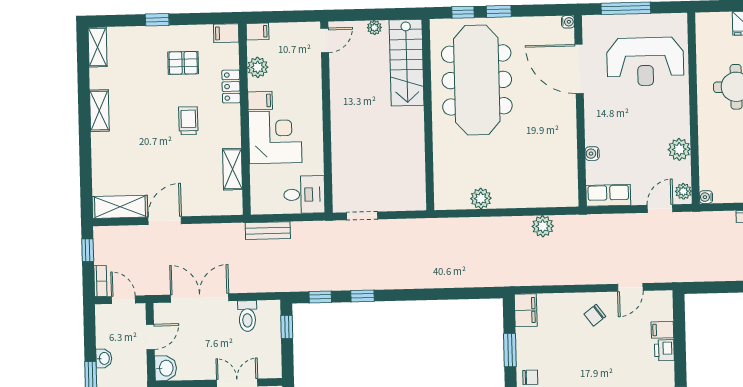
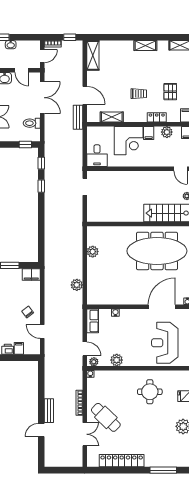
door: (165, 221) -> (85, 95), moved
bench: (268, 231) -> (78, 117), moved

